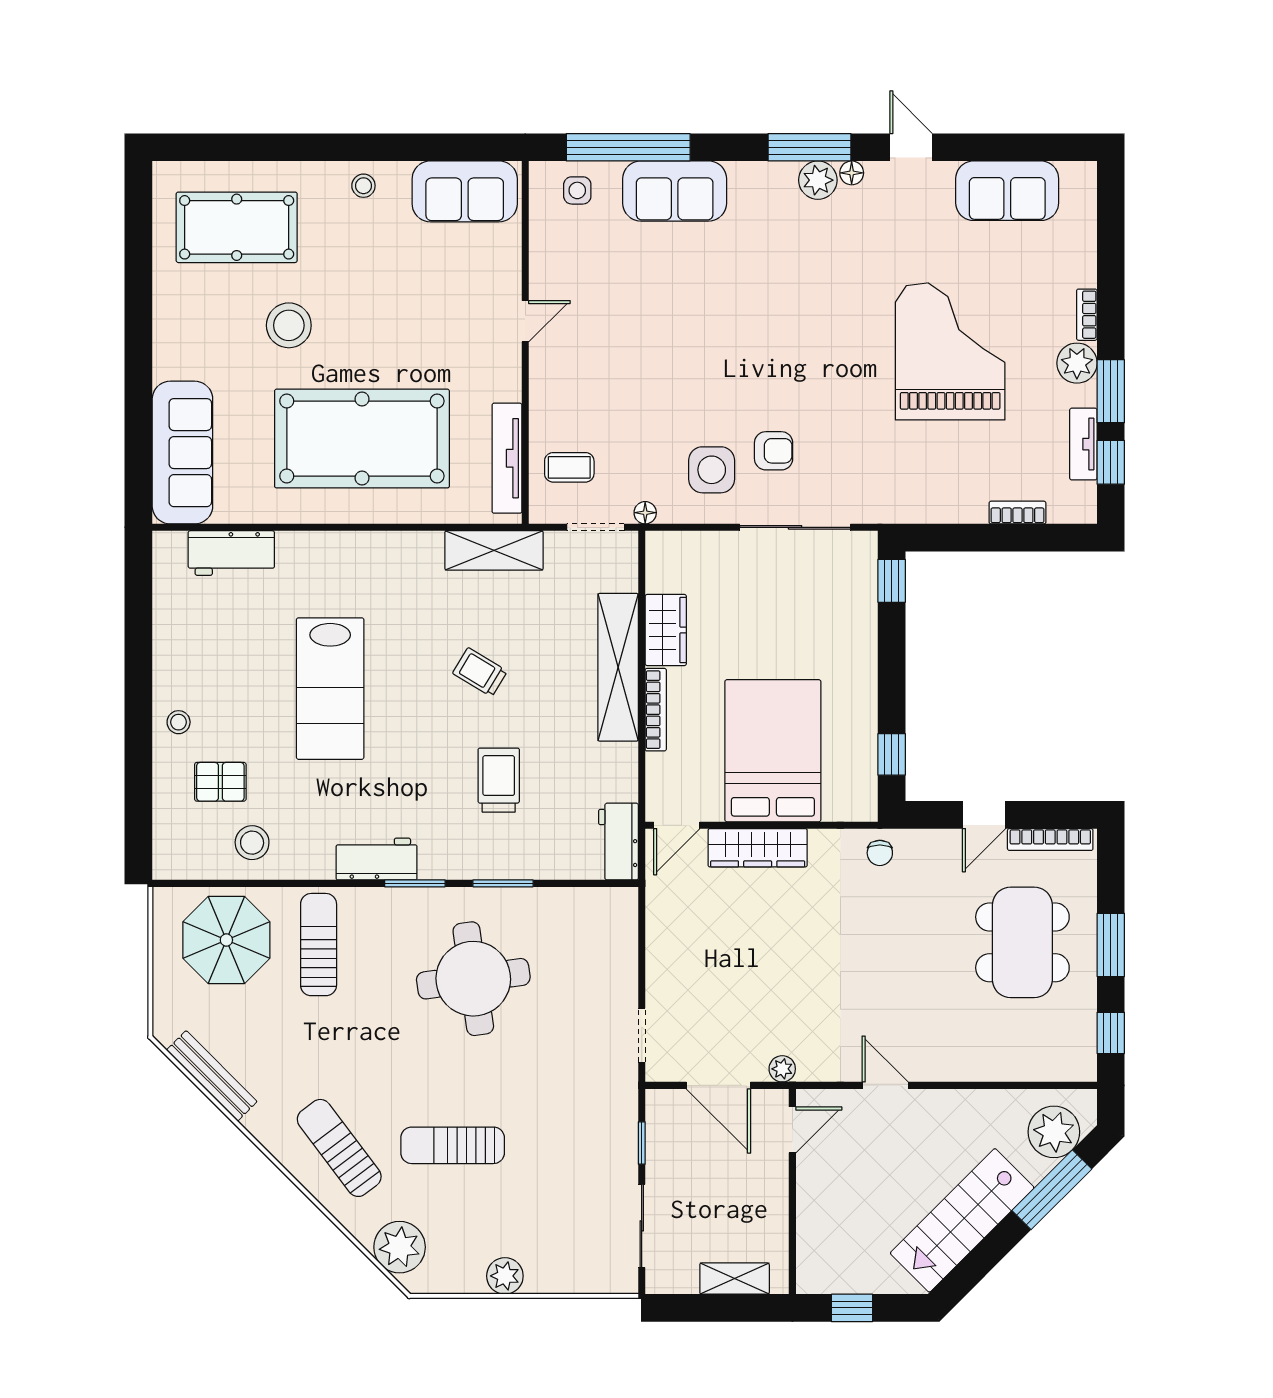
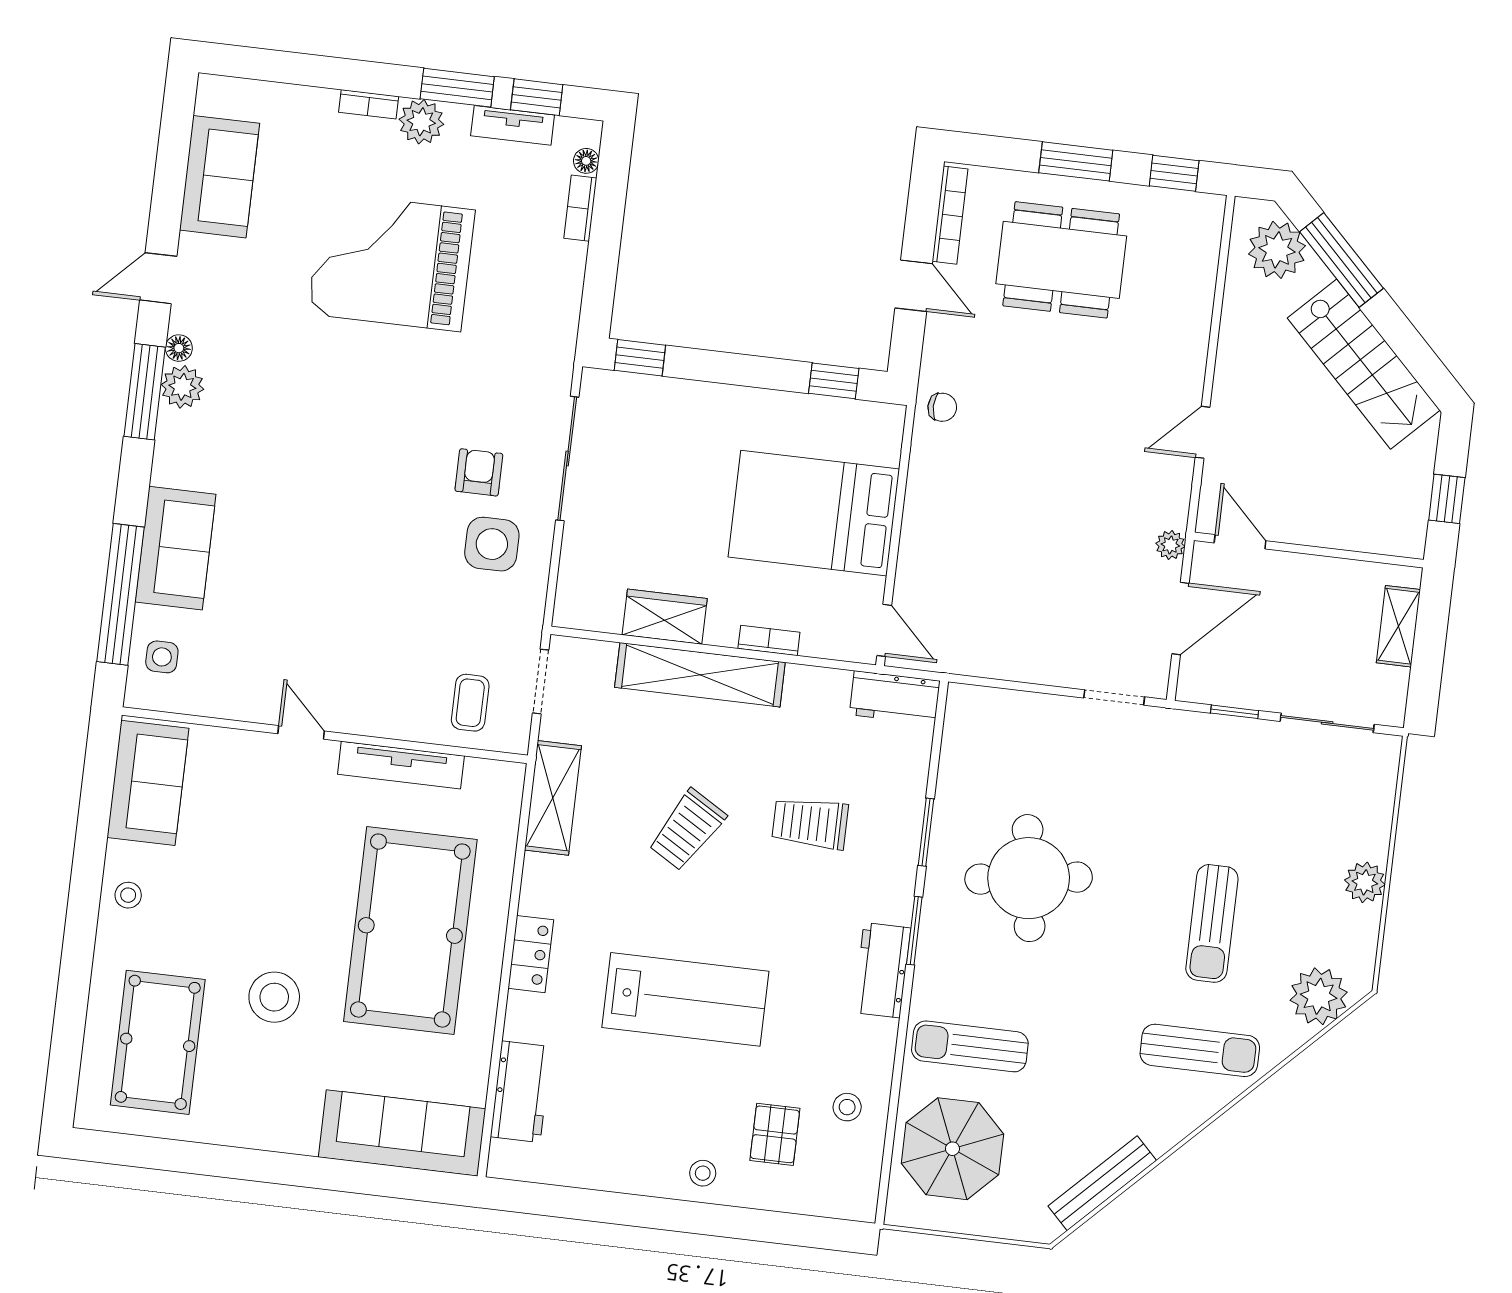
tv unit: (507, 458) -> (401, 765), moved
floor lamp: (645, 513) -> (586, 161), moved
locker: (354, 547) -> (531, 954), added
trolley: (480, 672) -> (687, 830), width x1.36, depth x1.39
bookcase: (656, 710) -> (769, 640), width x0.64
stool: (252, 843) -> (847, 1107), width x0.73, depth x0.73
wardrobe: (758, 848) -> (920, 543), removed
sun lounger: (339, 1148) -> (1200, 1050), turned -143

